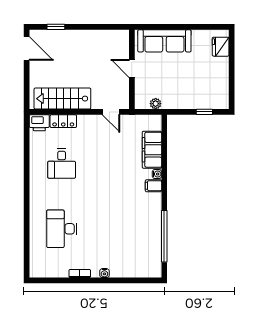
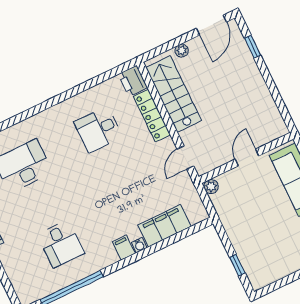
plant: (35, 78) -> (182, 51), added
plant: (156, 104) -> (211, 187), moved
locker: (63, 121) -> (152, 116), width x1.53
desk: (129, 229) -> (61, 244), added

